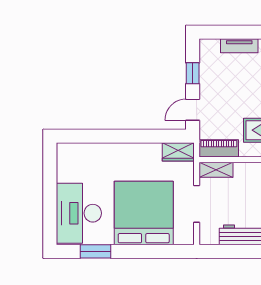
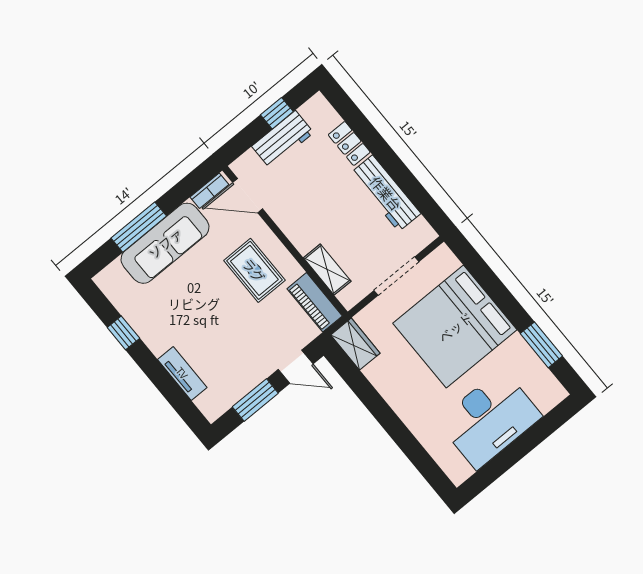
window: (193, 73) -> (255, 400), width x1.50
shelving: (216, 170) -> (327, 270), moved
desk: (79, 213) -> (490, 419), moved

